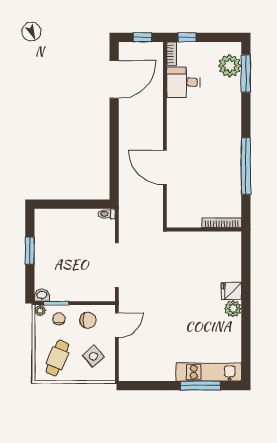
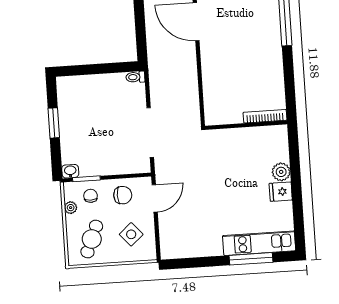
bookcase: (222, 223) -> (265, 116), moved
wall: (204, 229) -> (246, 125), moved
fridge: (231, 291) -> (281, 192), moved
plant: (40, 311) -> (71, 208), moved

